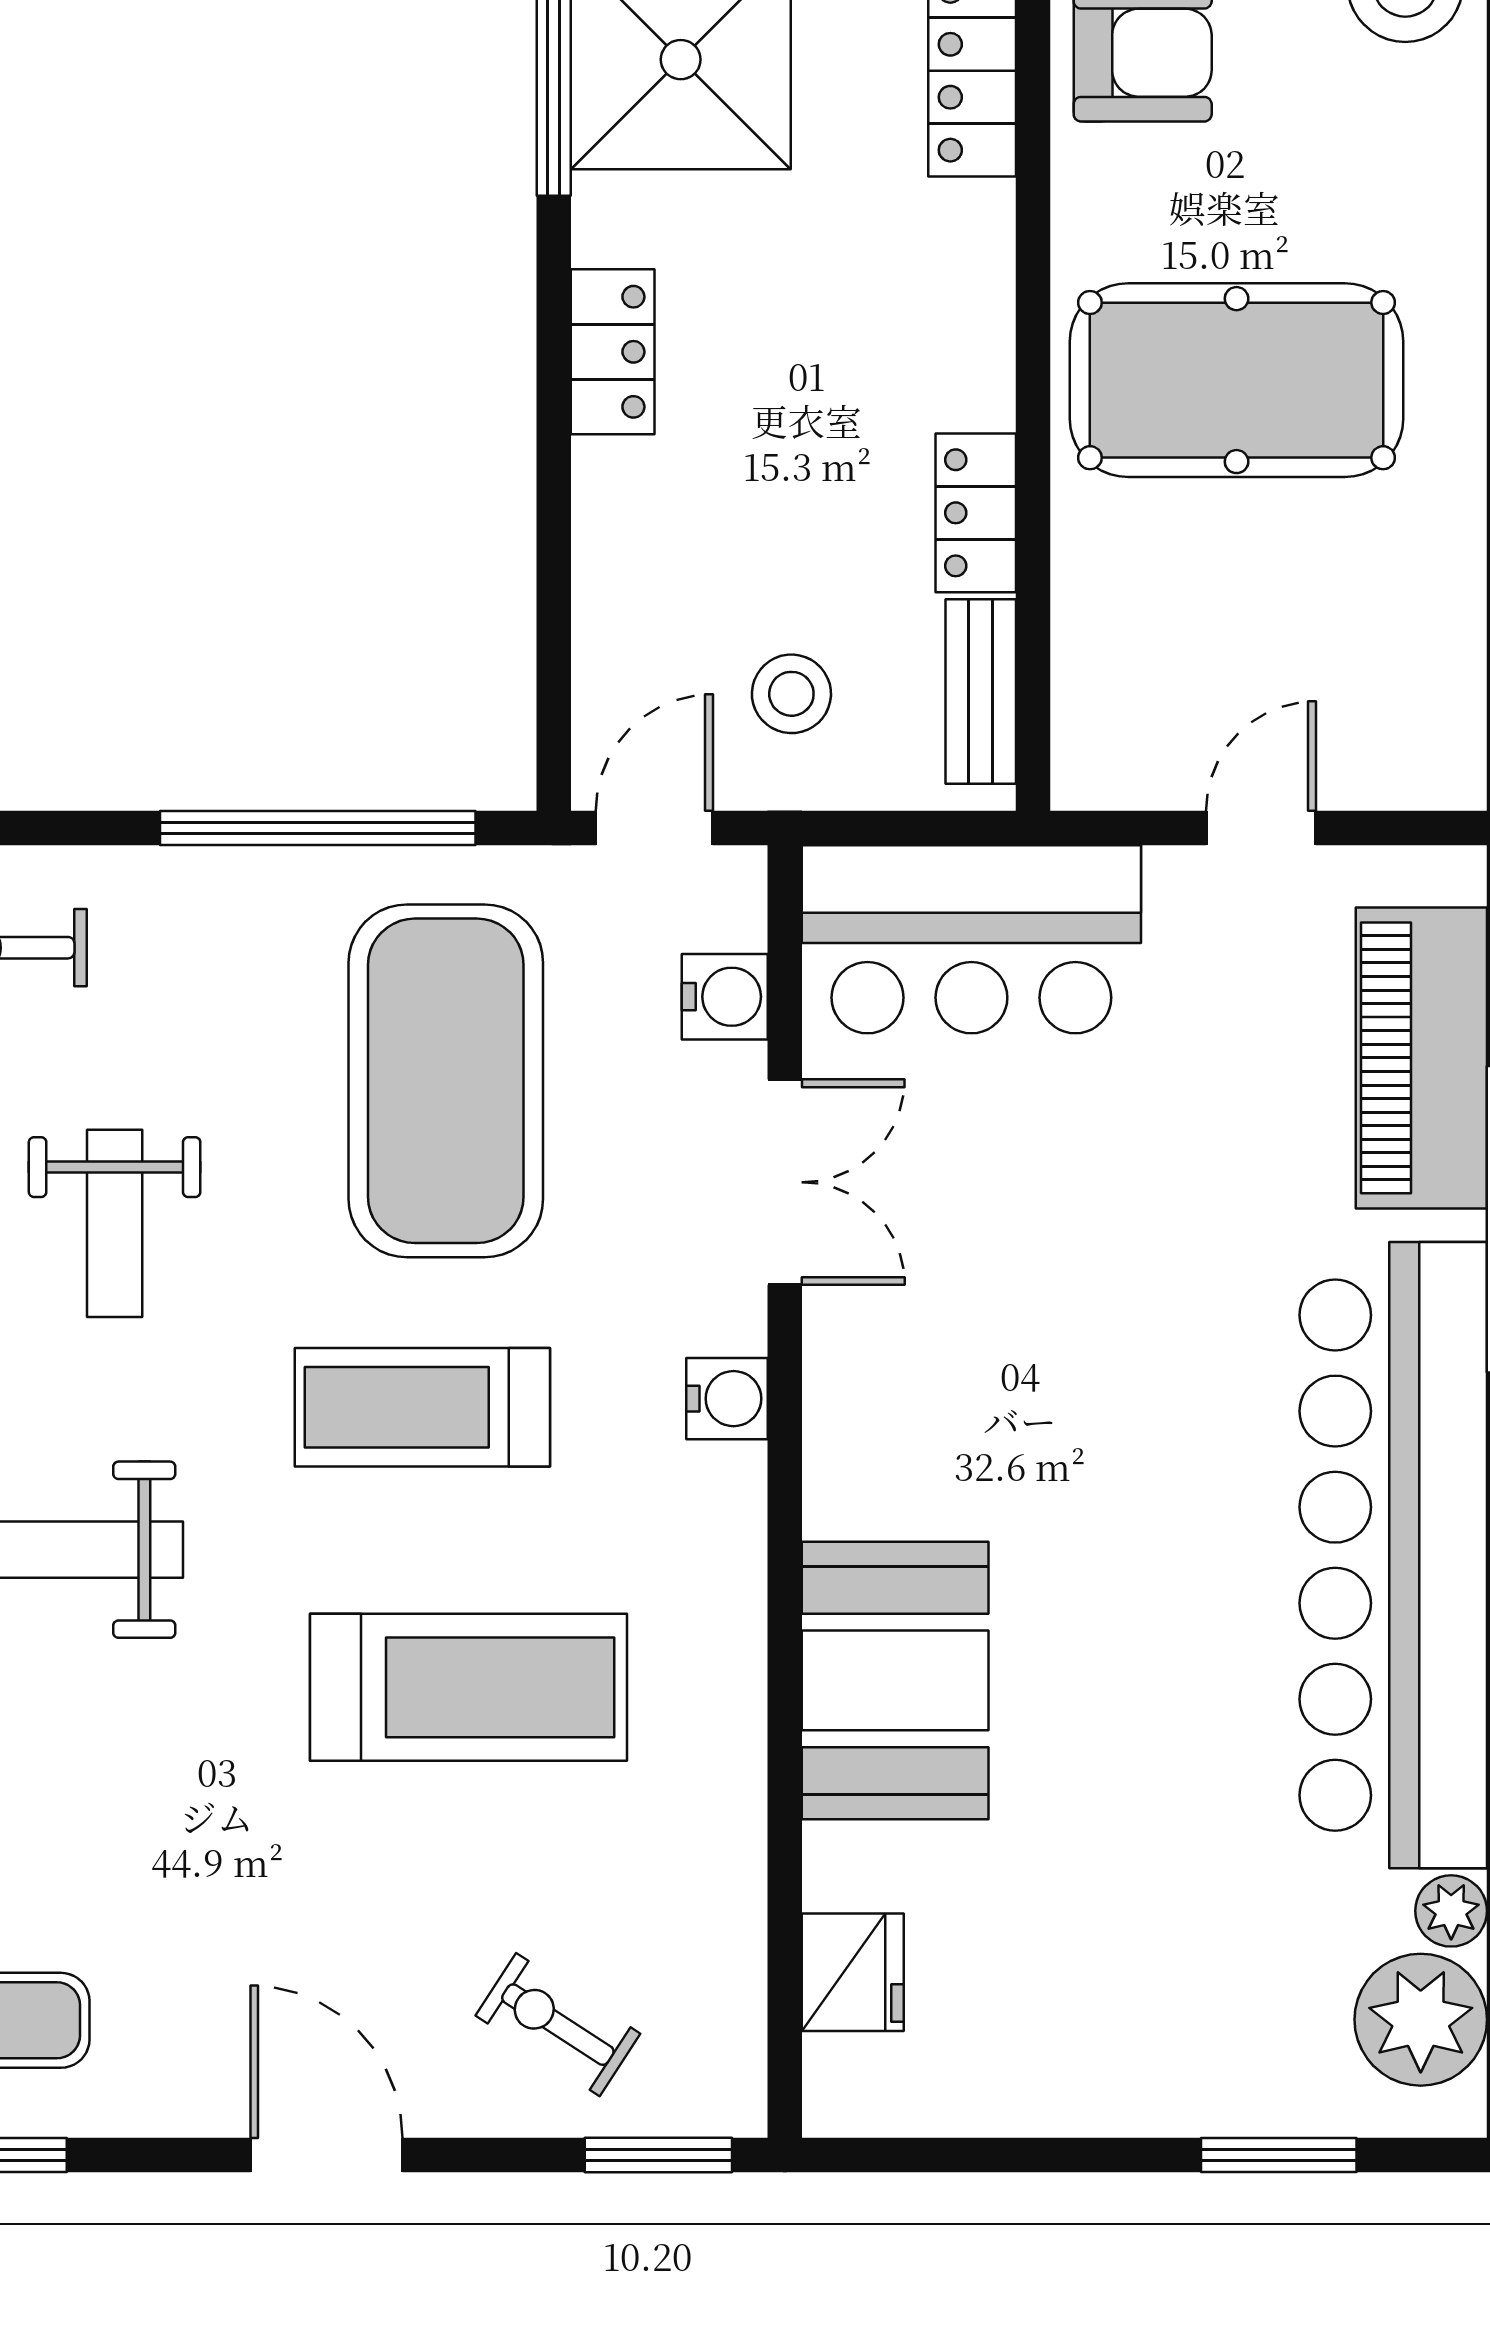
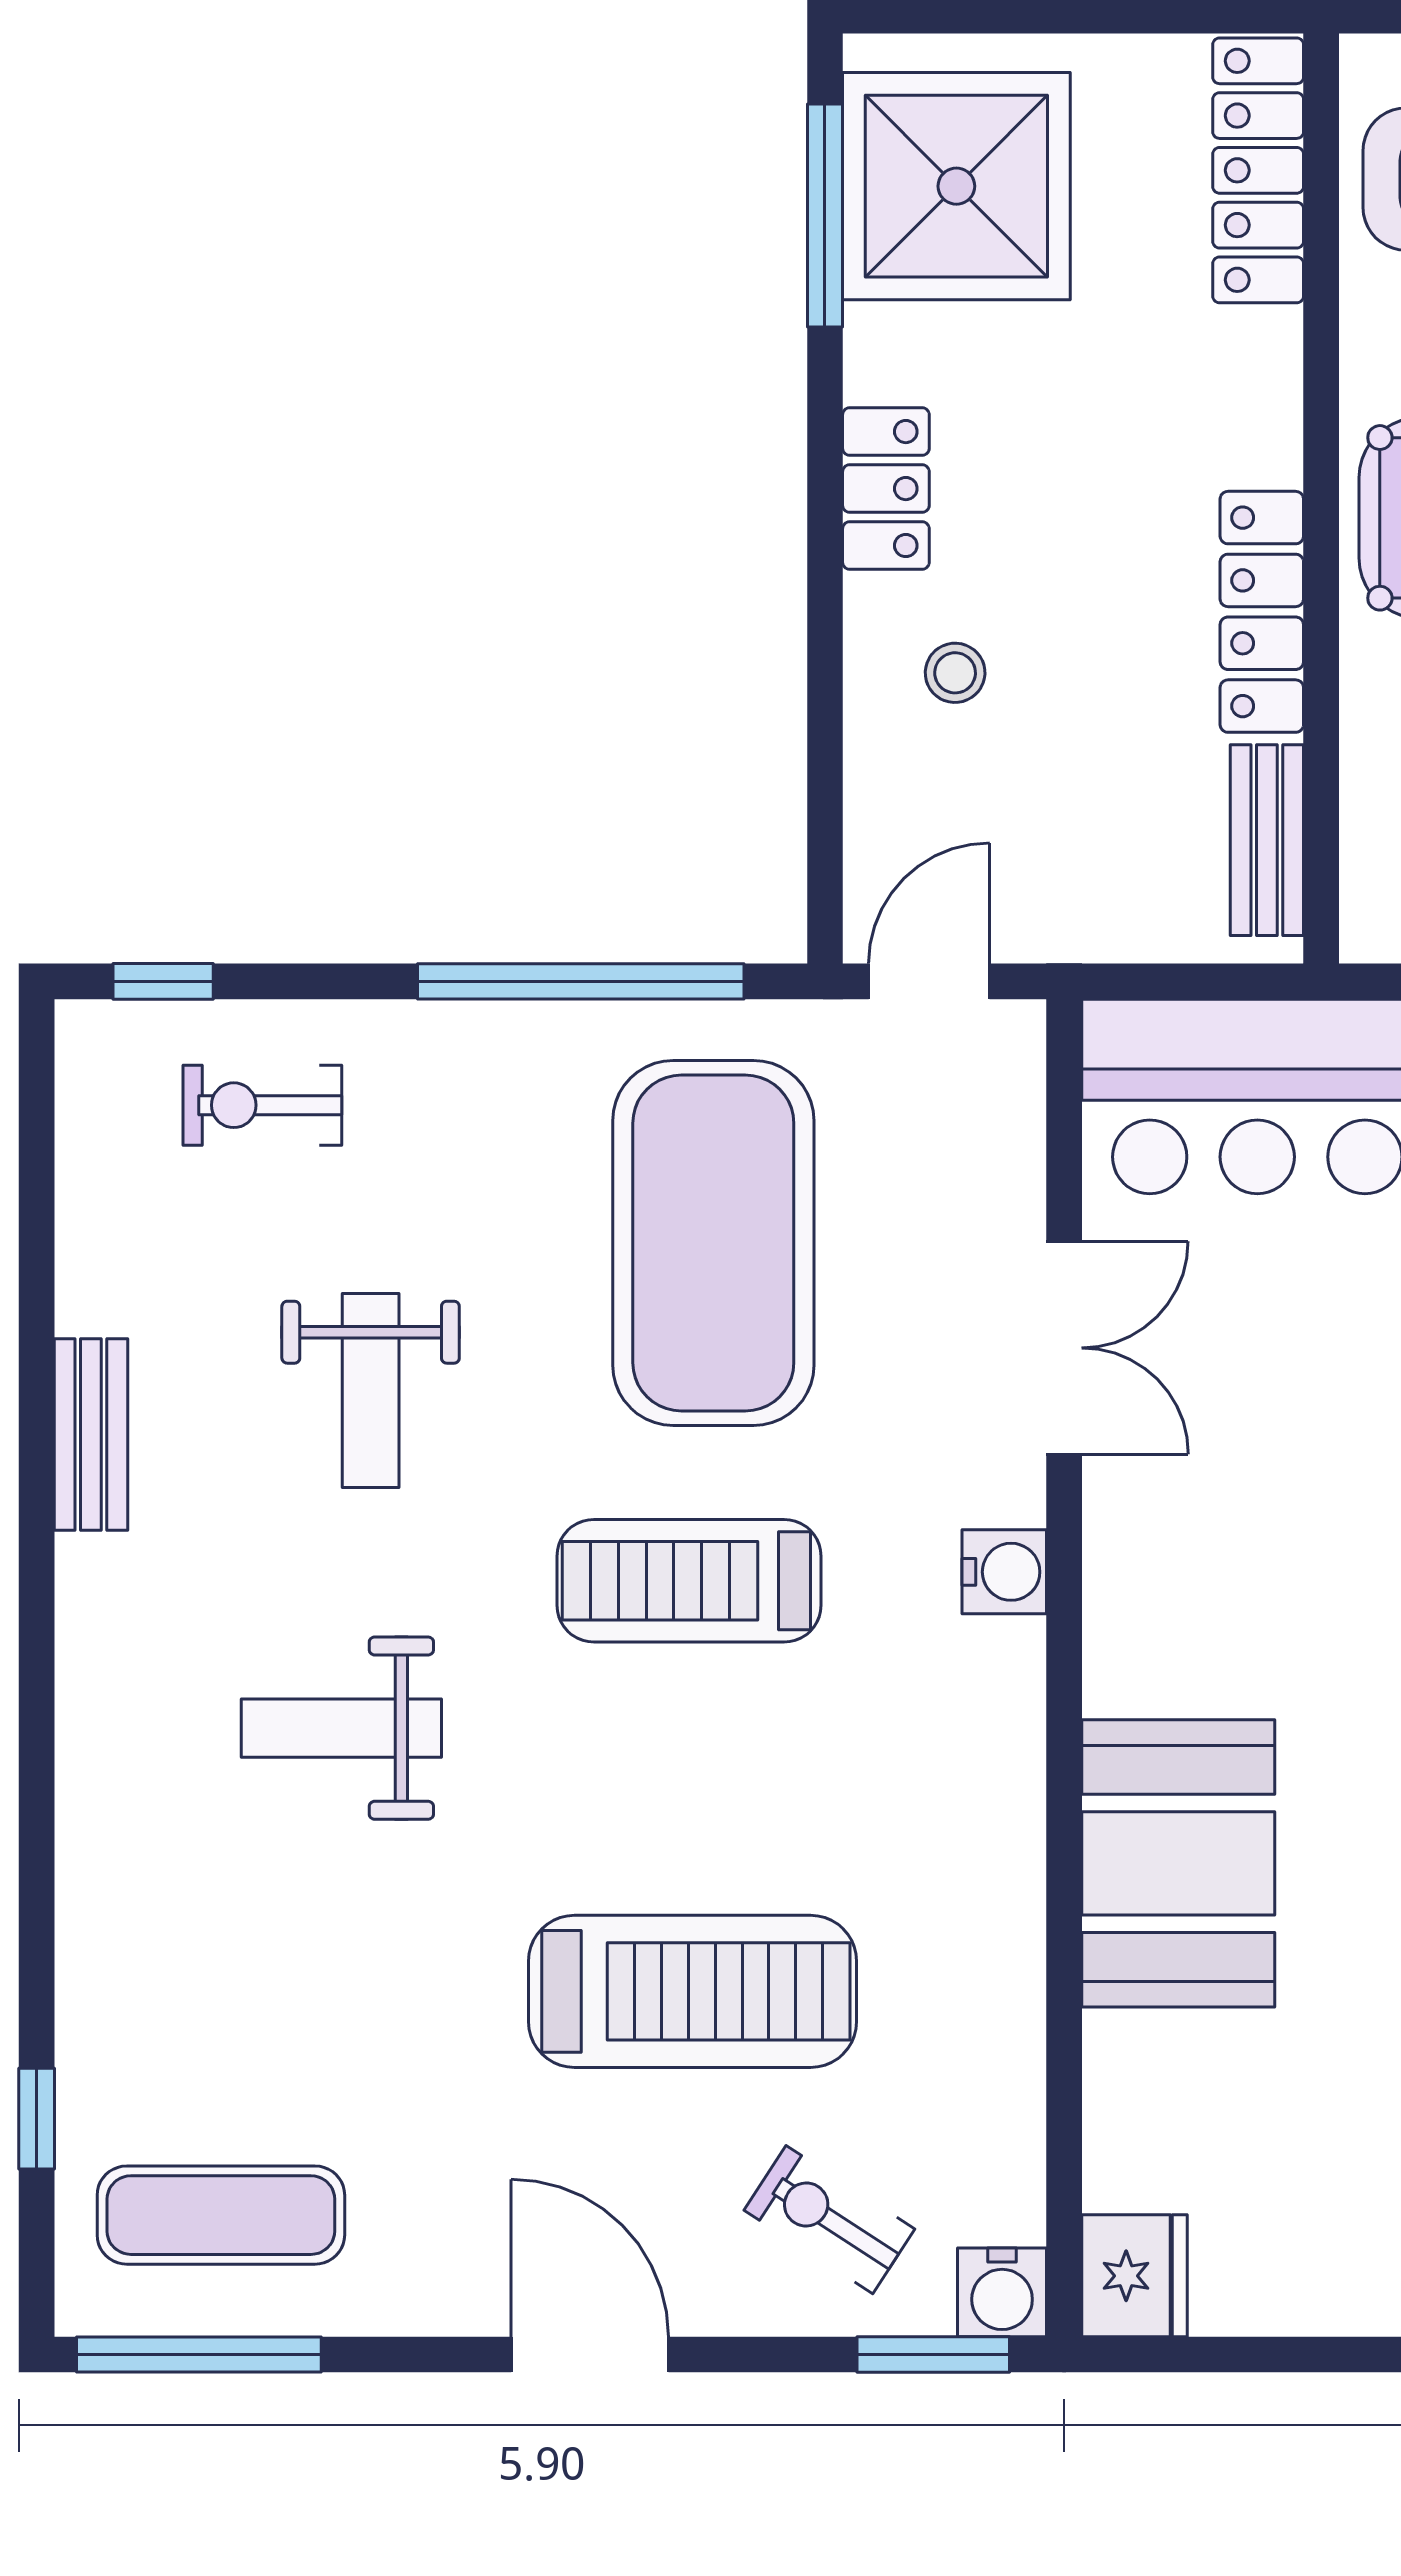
locker: (976, 513) -> (1262, 612), width x1.53
stool: (791, 694) -> (955, 673), moved, width x0.73, depth x0.73
water cooler: (725, 997) -> (1002, 2292), moved, turned 90
treadmill: (468, 1687) -> (693, 1991), moved
fridge: (853, 1972) -> (1134, 2276), moved

